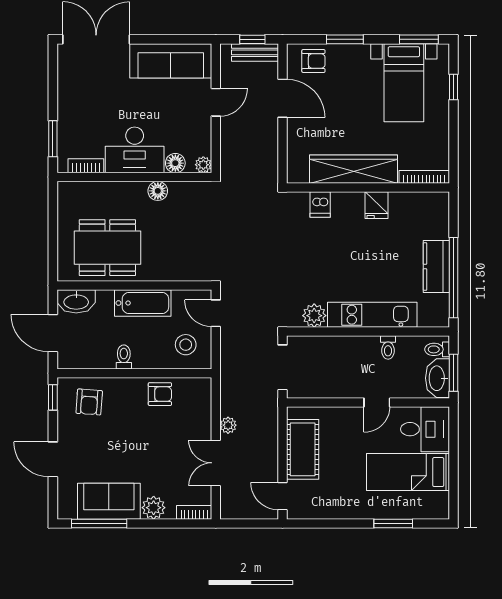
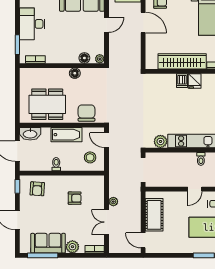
desk: (135, 150) -> (32, 24), moved, turned 90
dishwasher: (320, 205) -> (182, 81), moved
chair: (179, 264) -> (86, 113), added
armchair: (160, 394) -> (75, 198), moved

